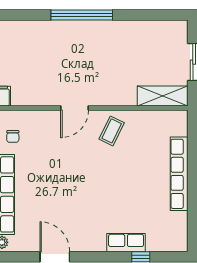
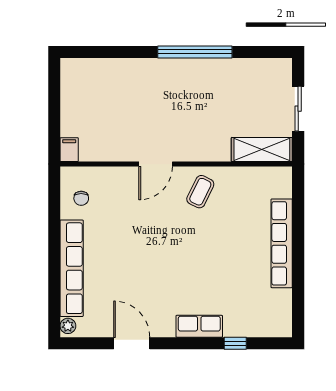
window: (82, 15) -> (195, 52), moved
row of seats: (126, 243) -> (199, 326), moved

